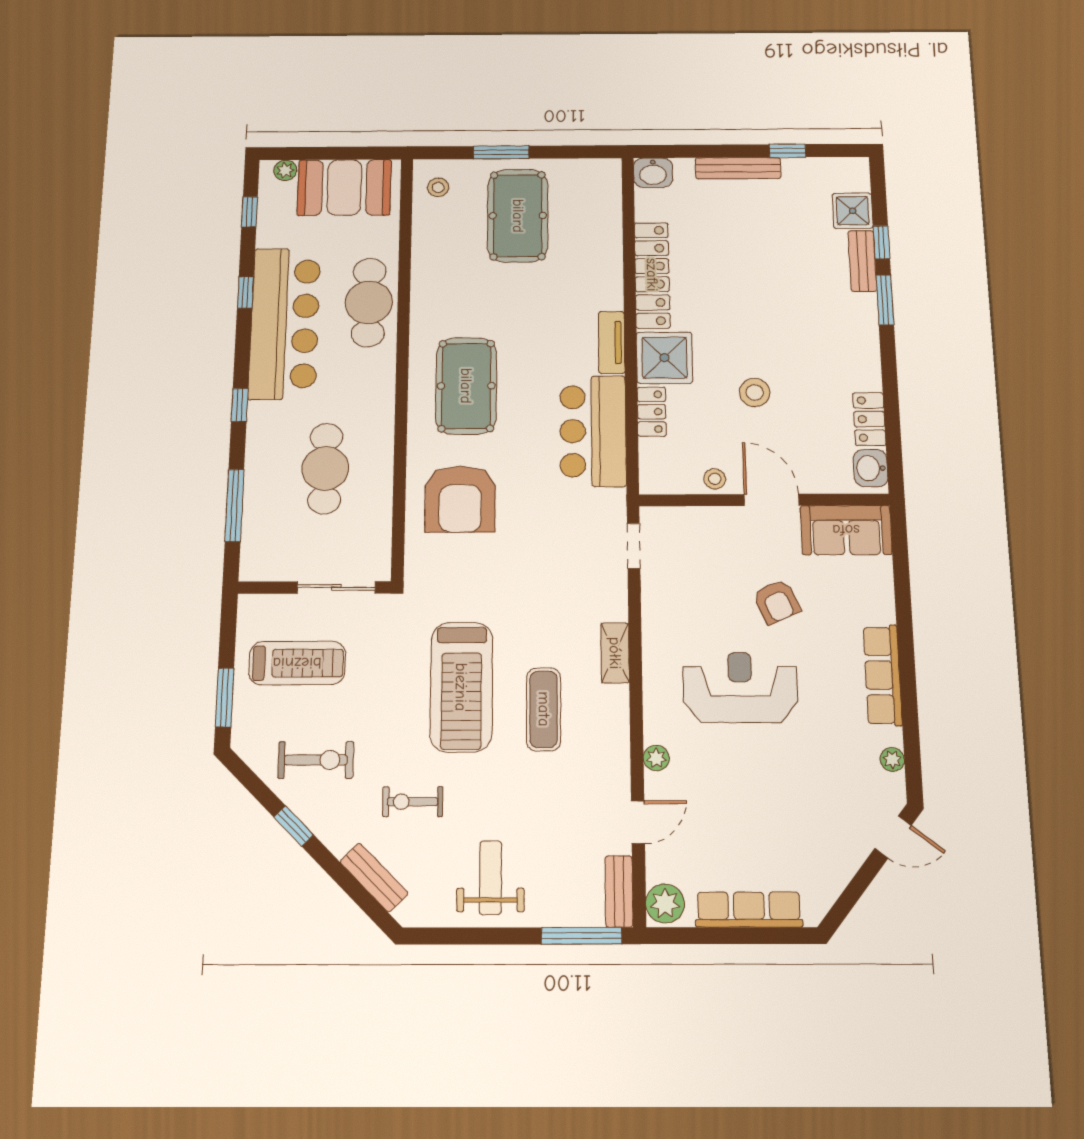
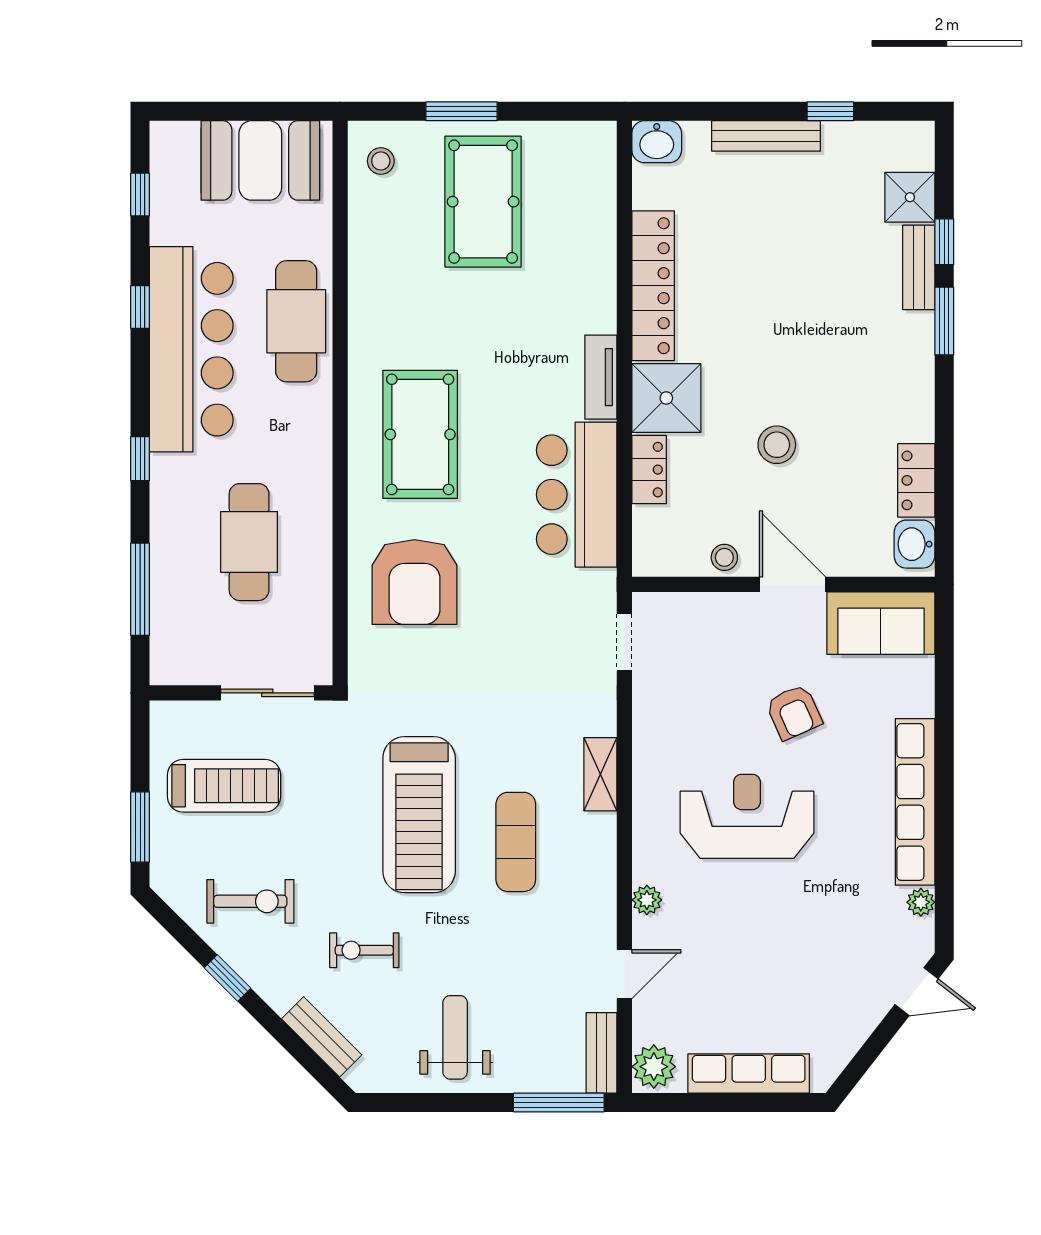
plant: (285, 170) -> (183, 135), removed
row of seats: (883, 675) -> (915, 802), width x1.36

